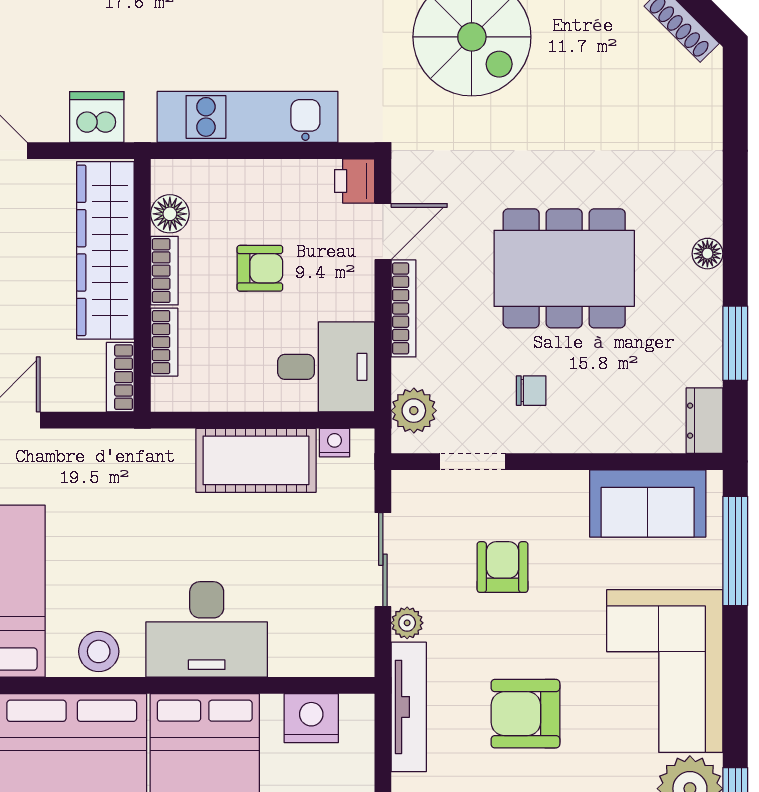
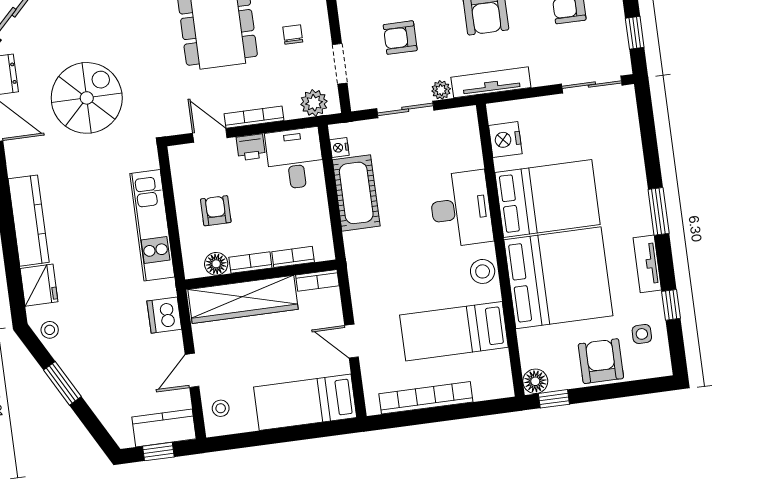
printer: (355, 181) -> (251, 147), moved
armchair: (260, 268) -> (216, 211), moved

